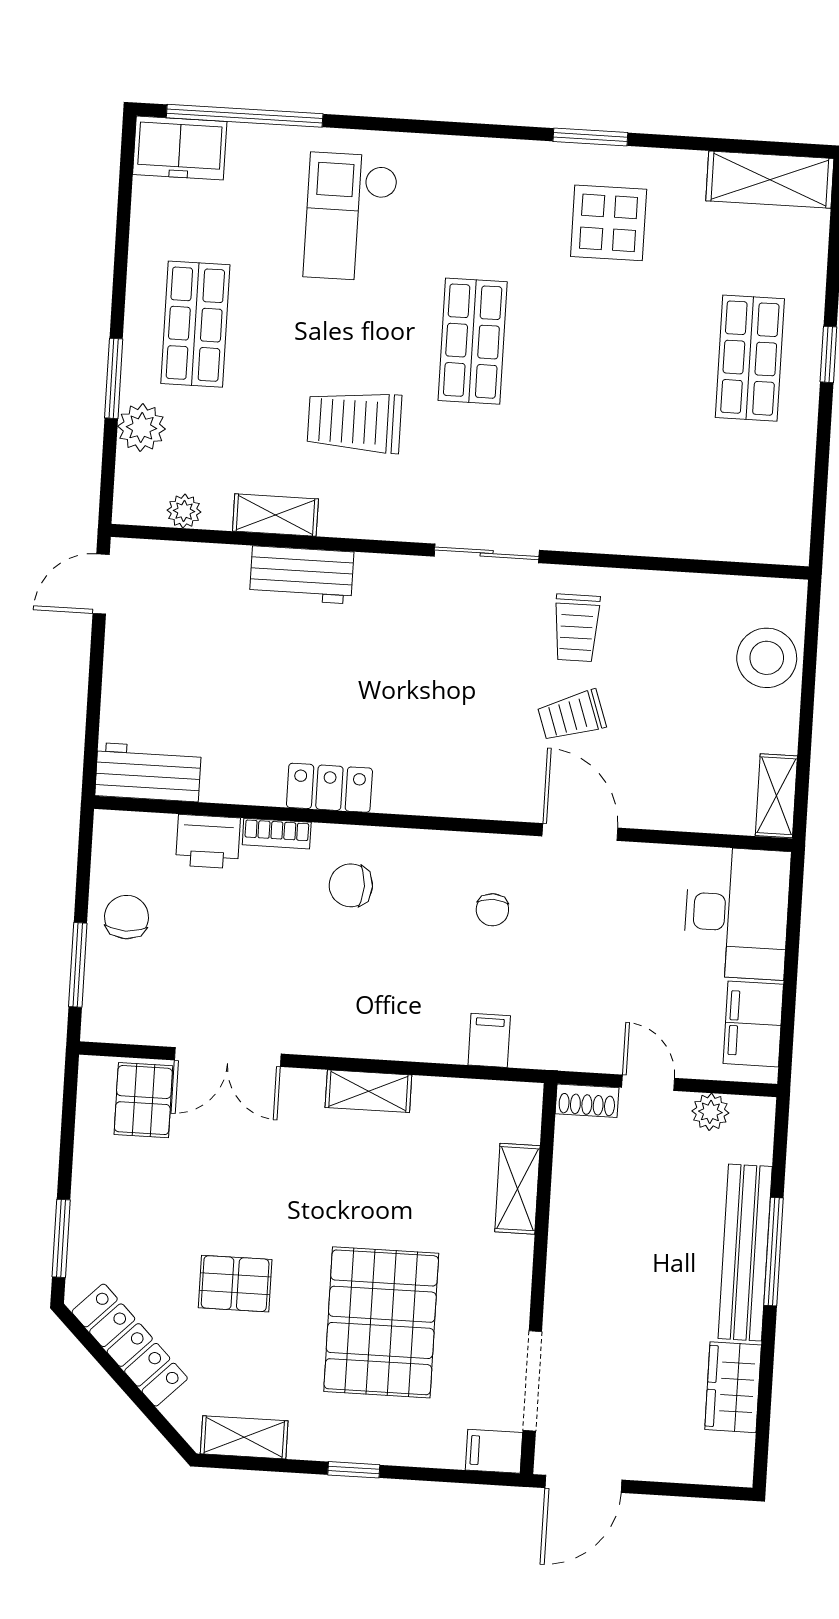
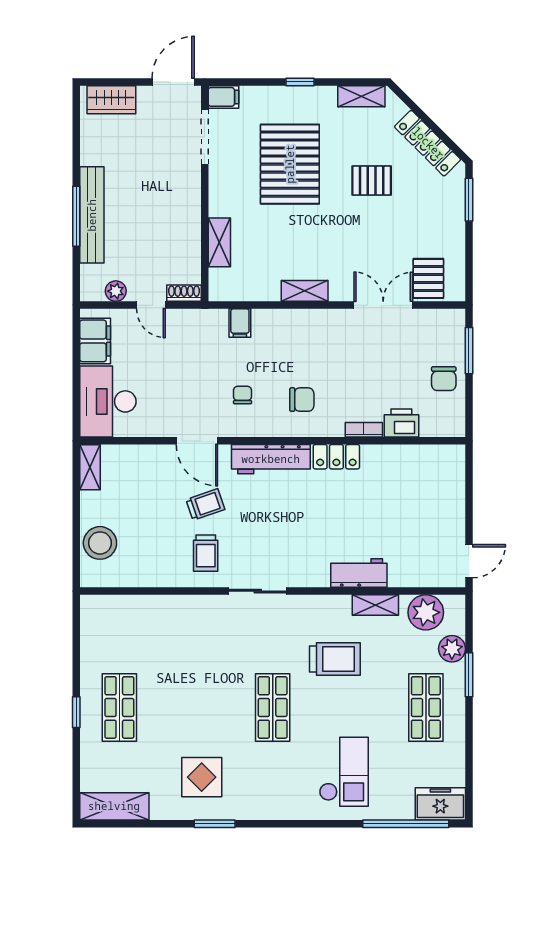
plant: (184, 511) -> (426, 612), width x1.88, depth x1.88
trolley: (577, 628) -> (206, 553), turned 180
workbench: (148, 772) -> (271, 459), moved, width x1.38
chair: (351, 885) -> (302, 400), moved
wardrobe: (733, 1387) -> (111, 100), moved, turned 90

